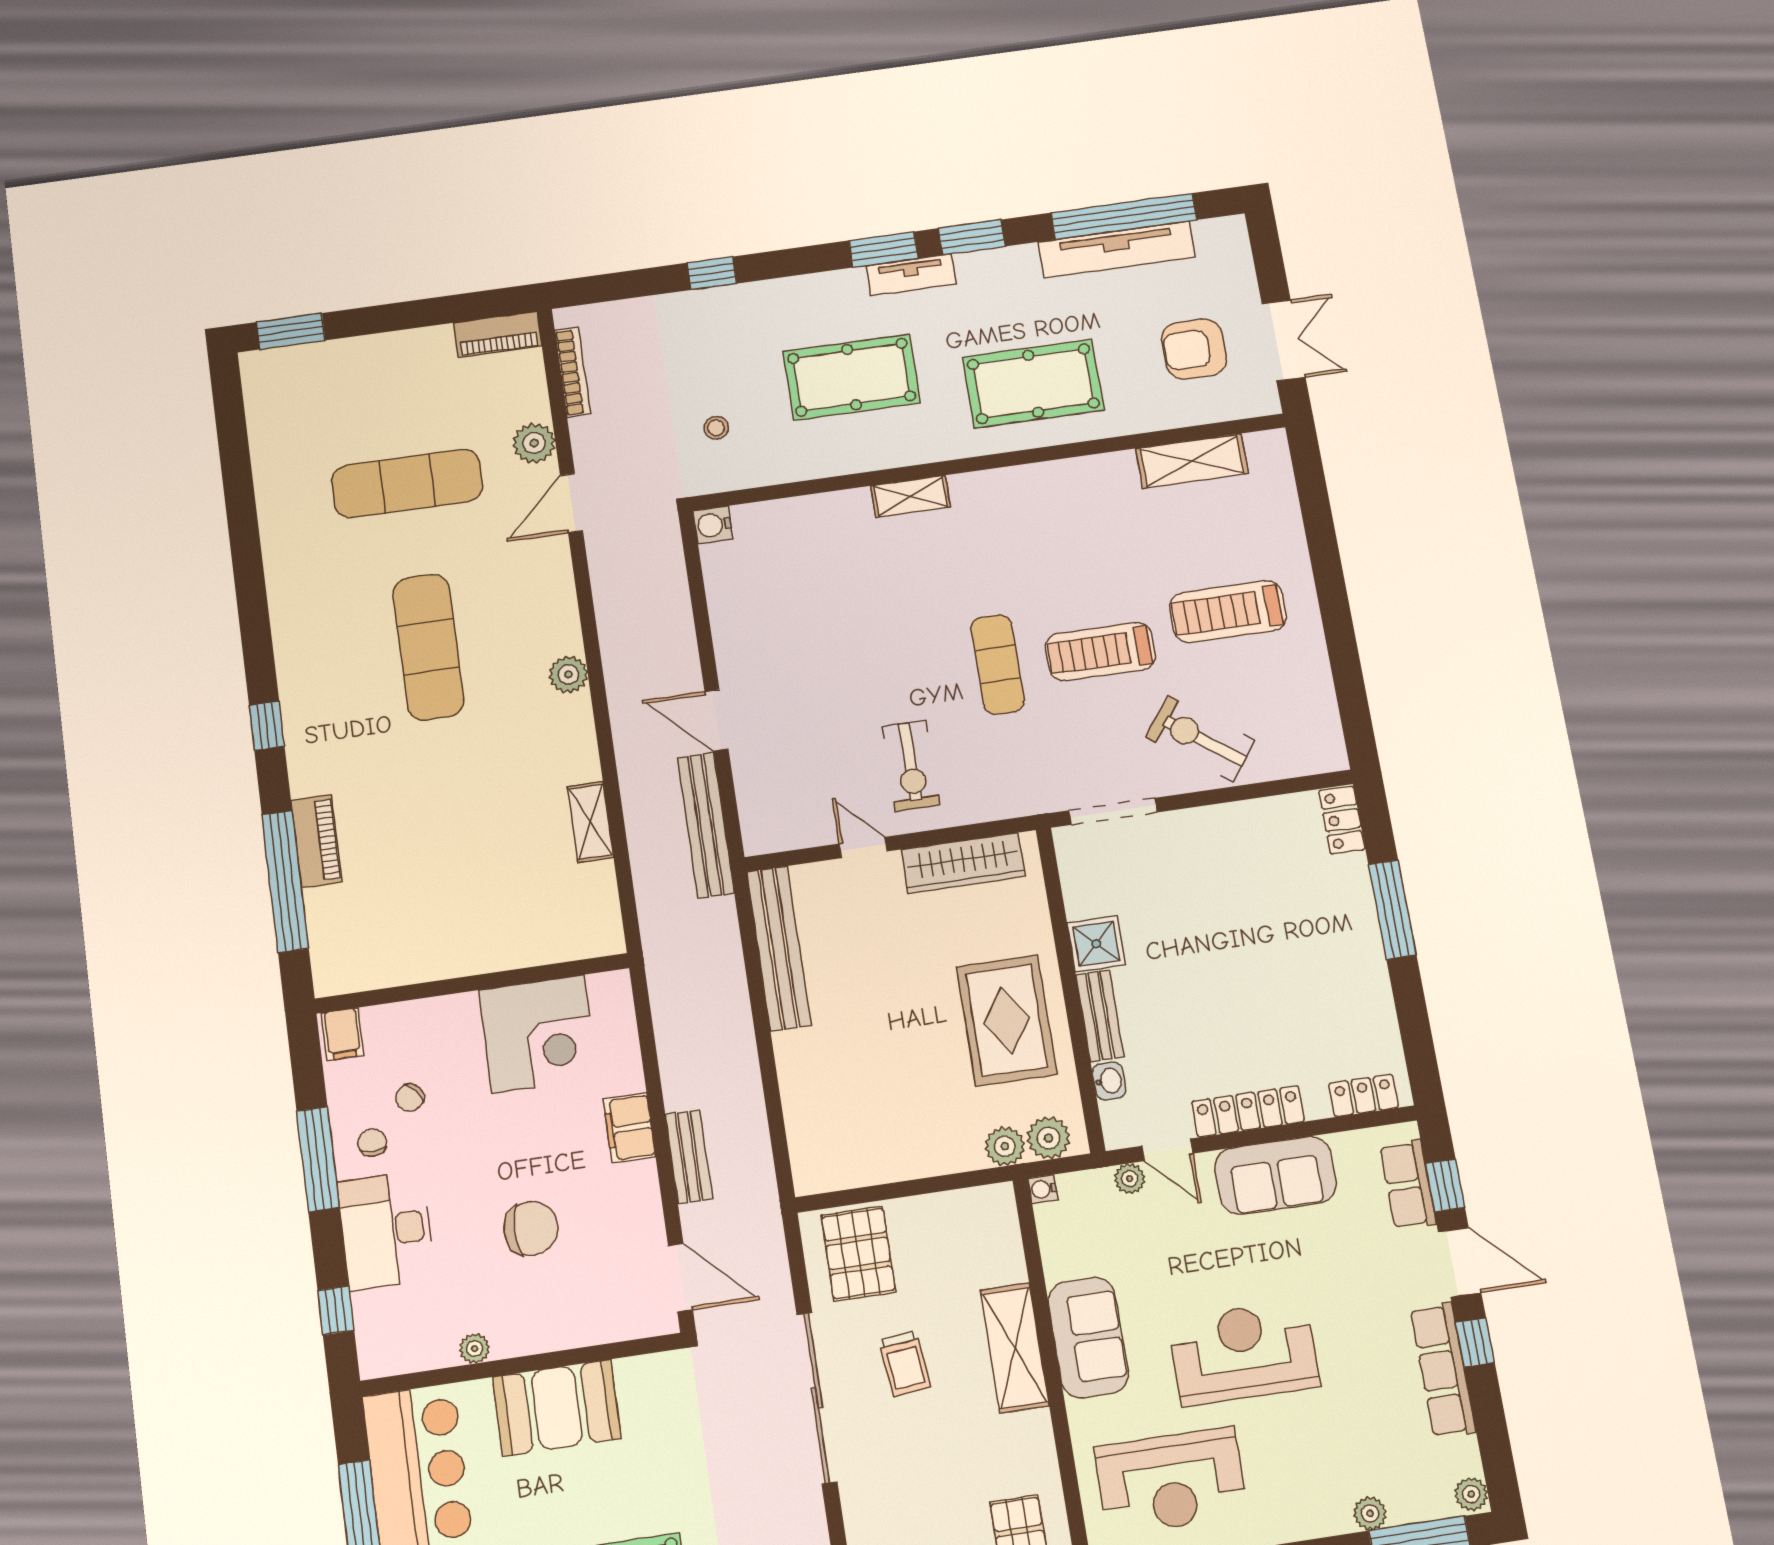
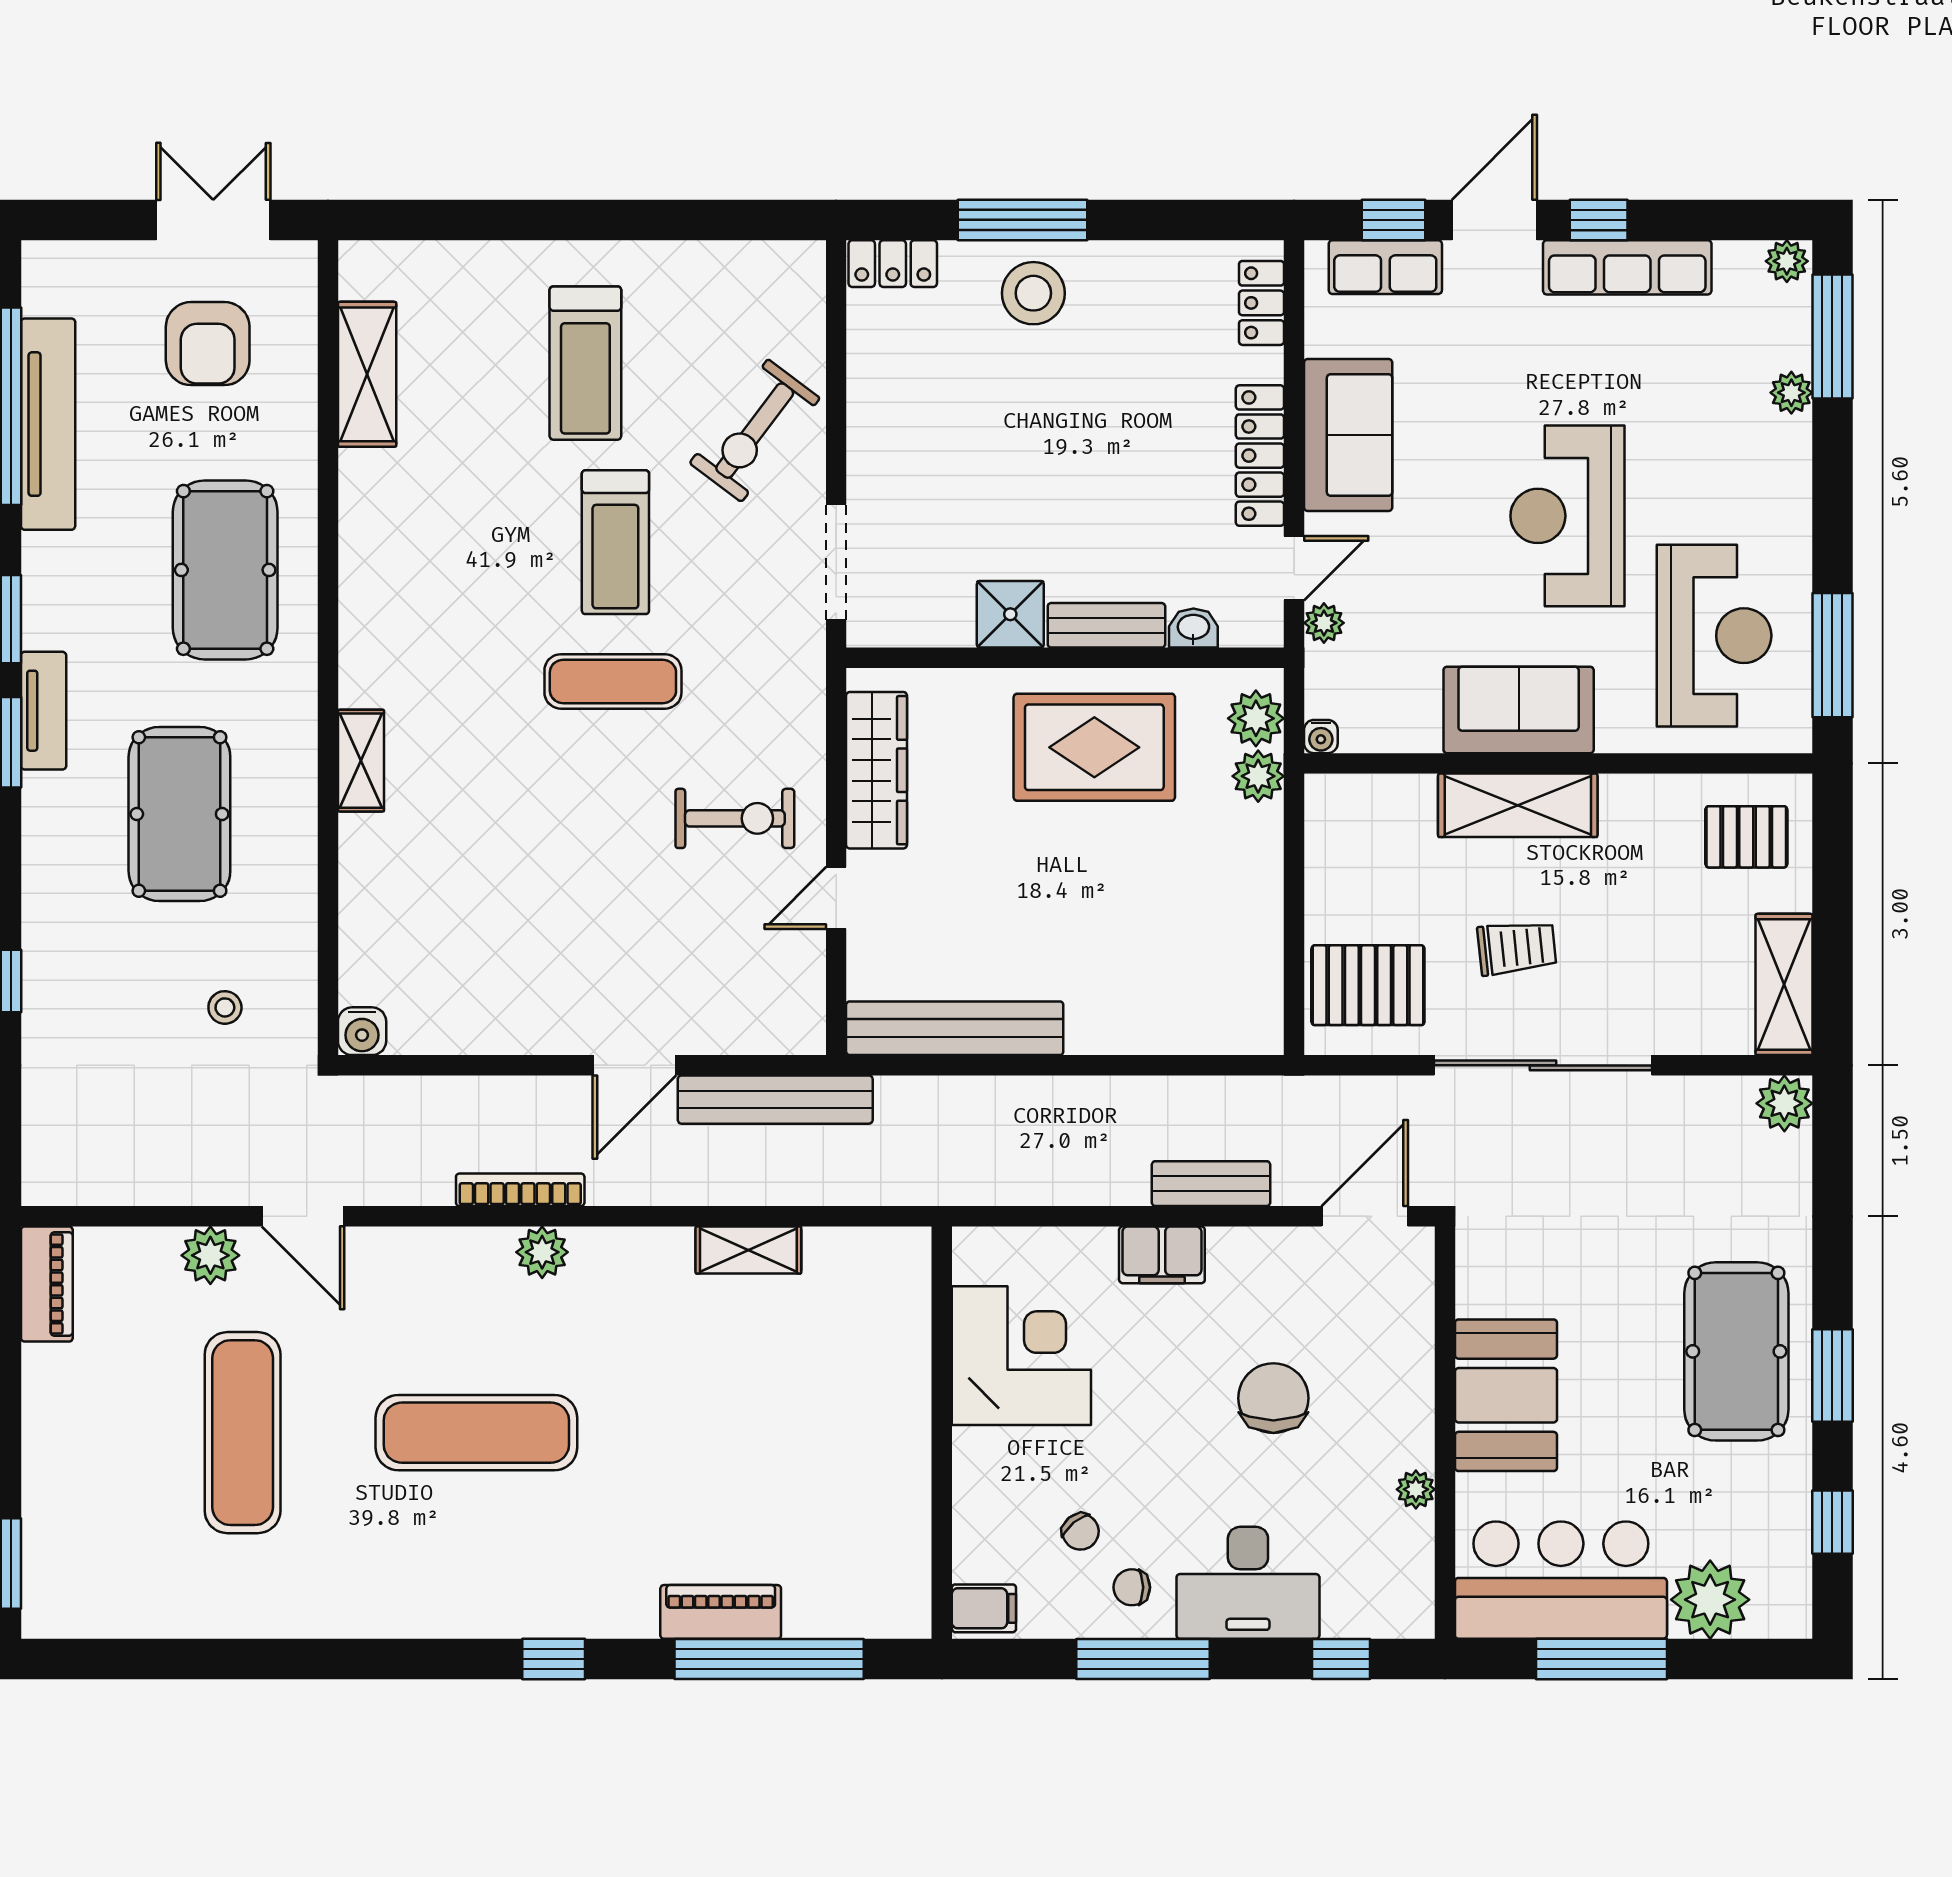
bookcase: (573, 372) -> (520, 1190), moved
stool: (1339, 925) -> (1033, 293), added

